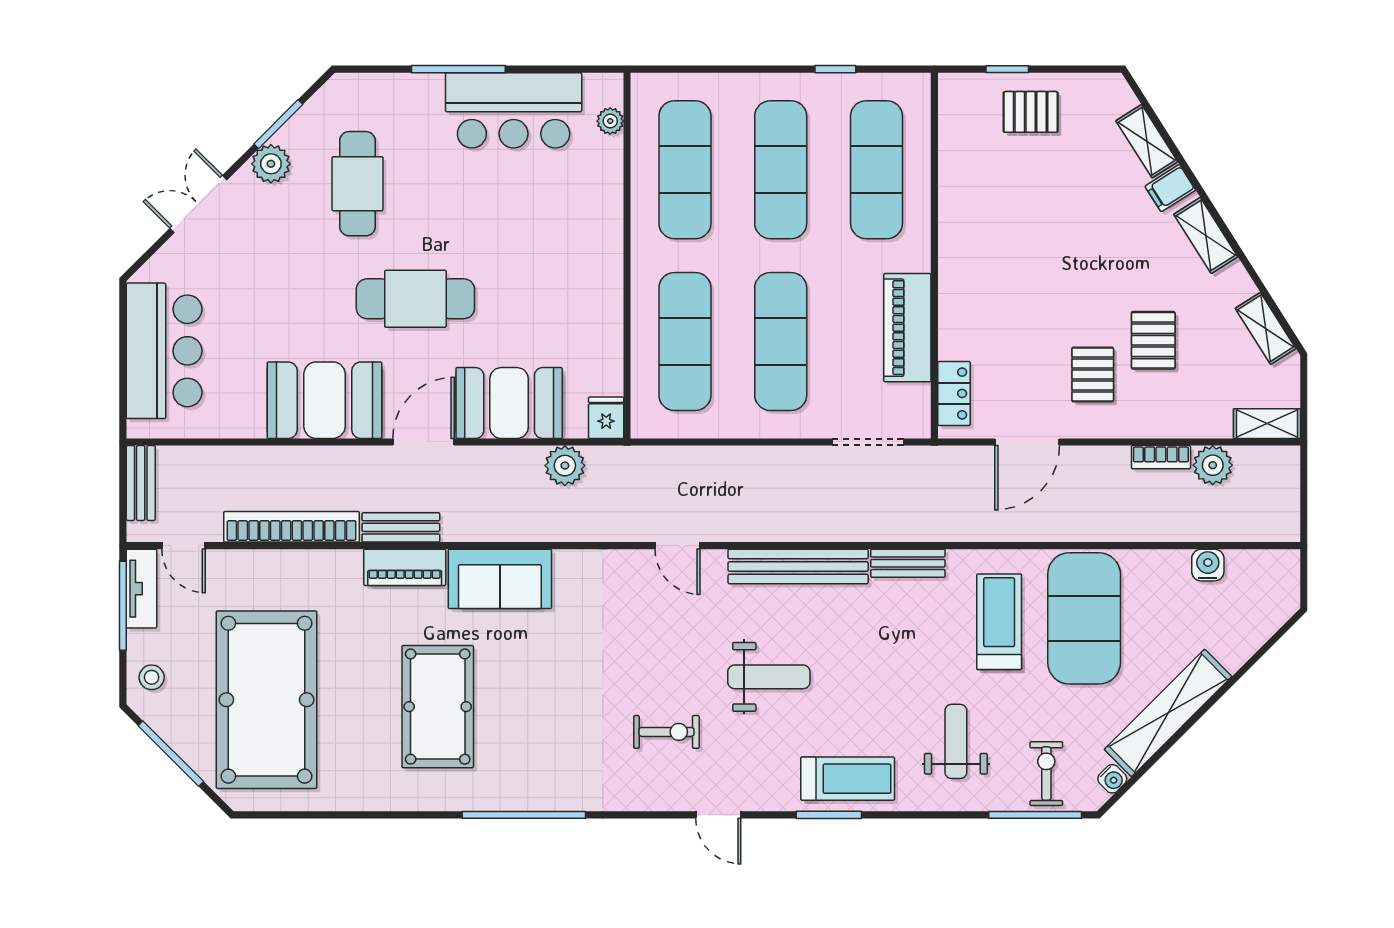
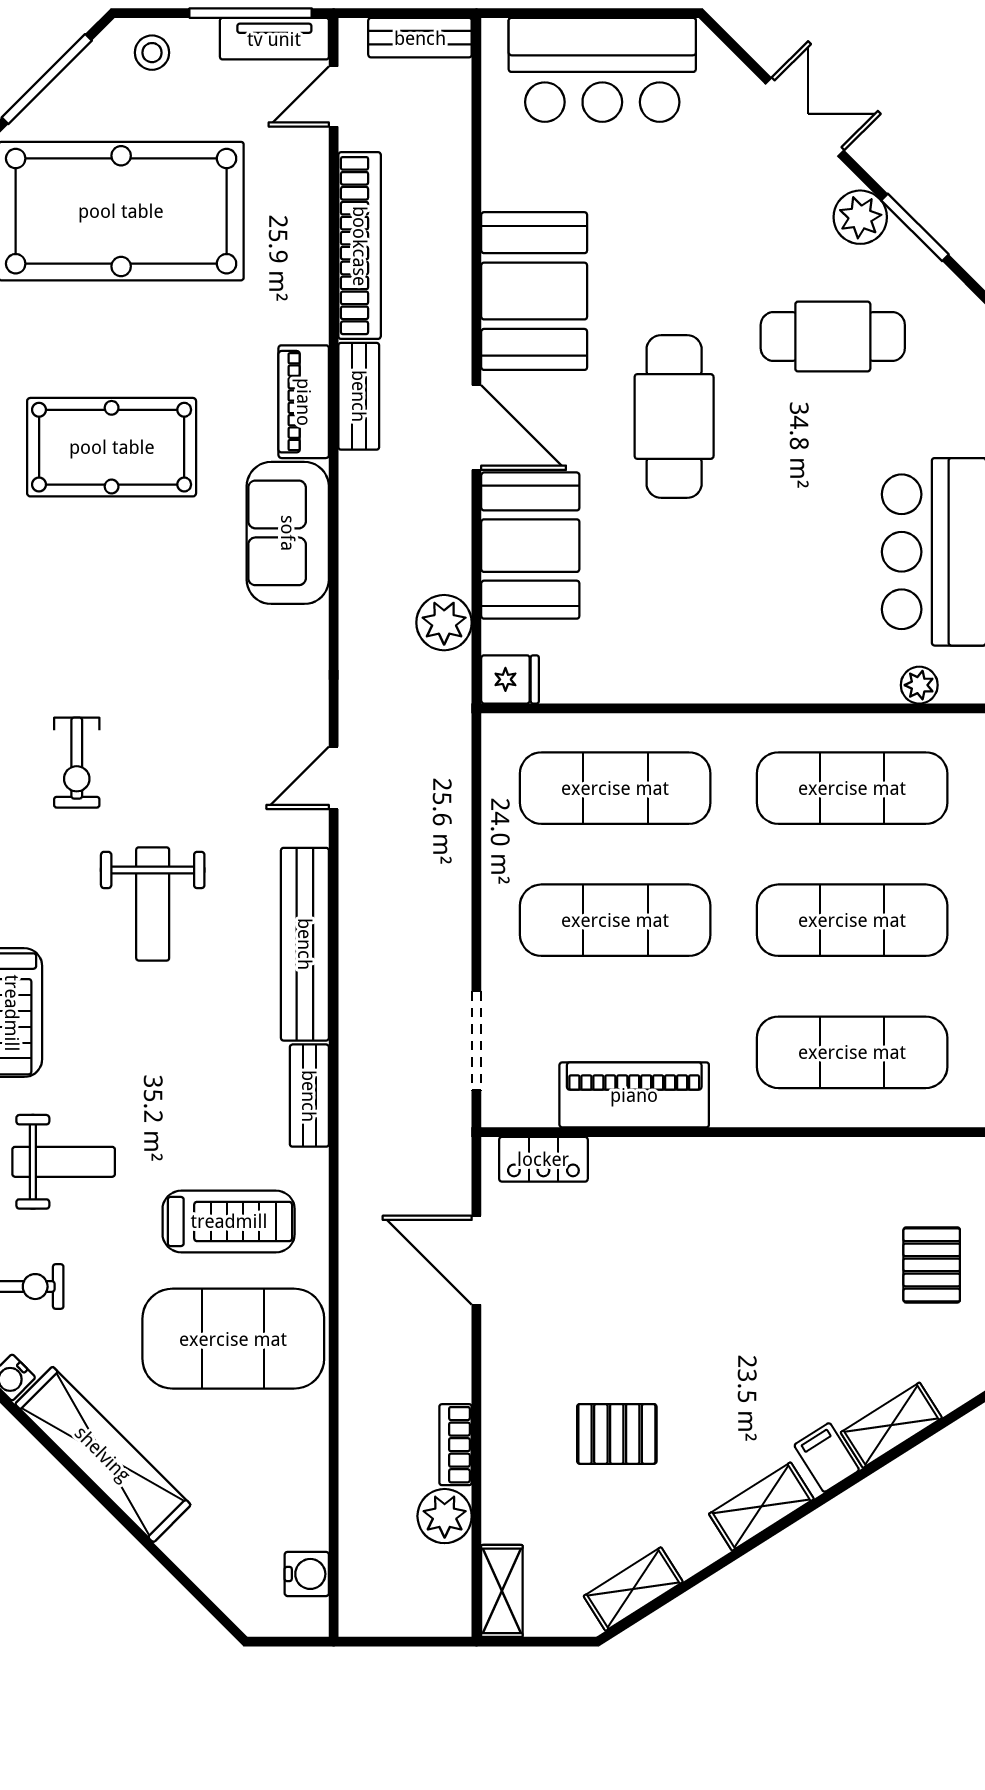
pallet: (1093, 374) -> (570, 1351), removed
water cooler: (1208, 565) -> (307, 1574), moved

